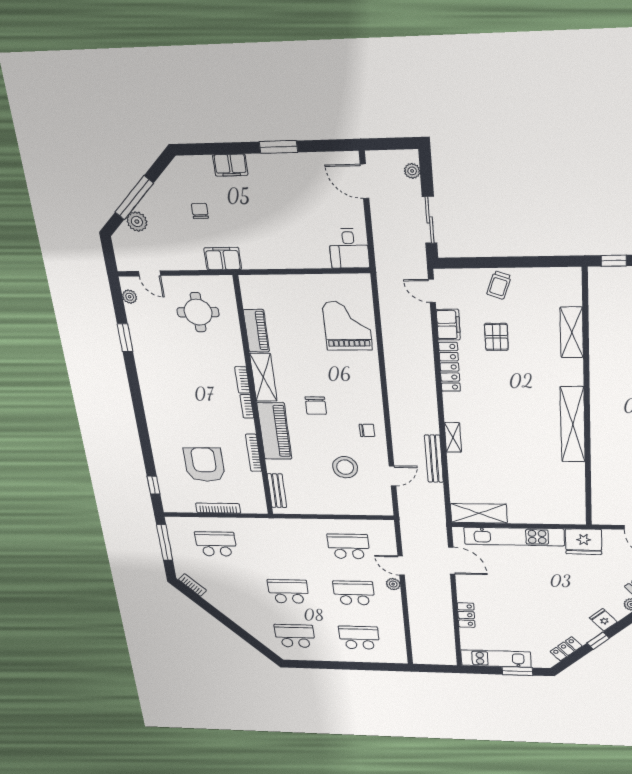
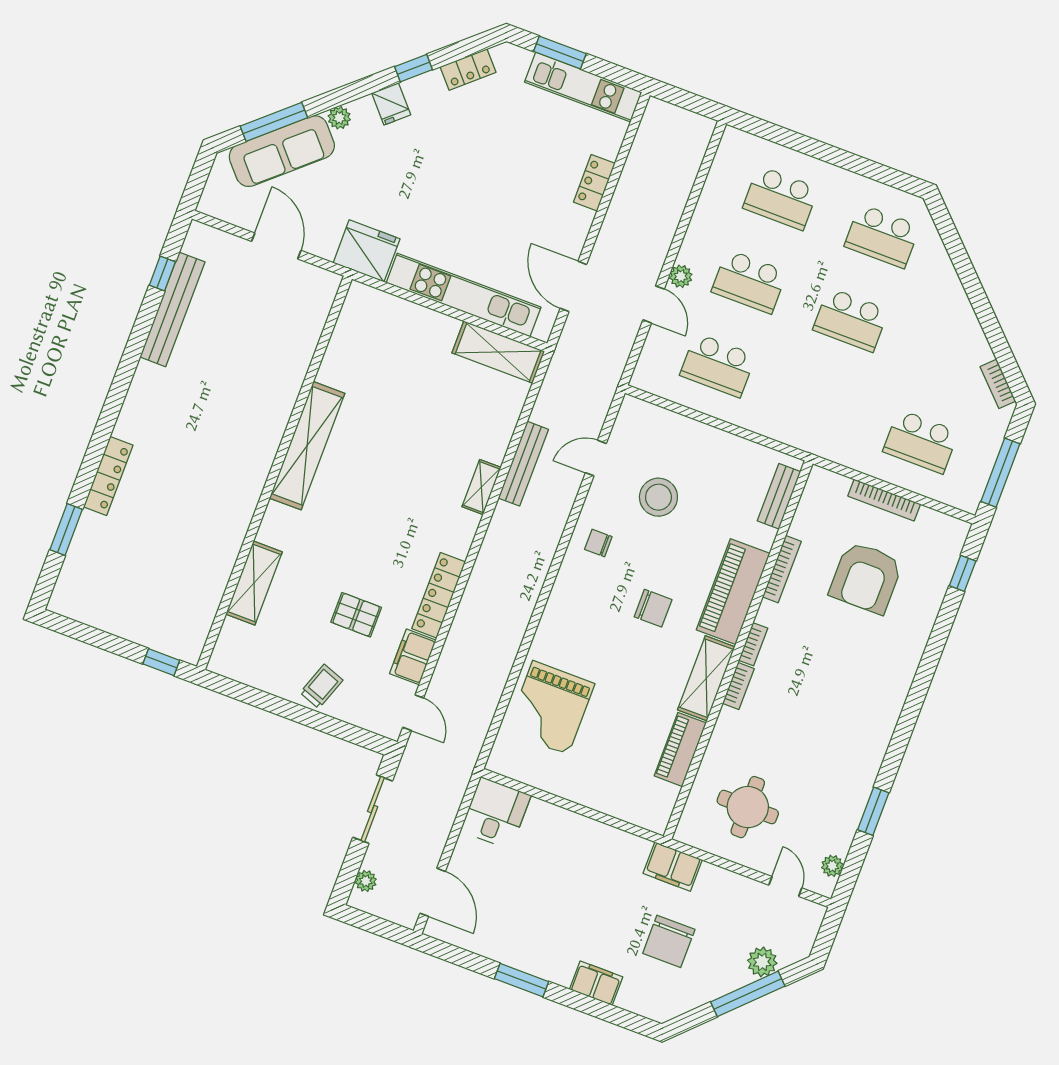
chair: (200, 211) -> (669, 941), width x1.87, depth x1.87
pallet: (496, 337) -> (356, 615), turned 90
chair: (316, 406) -> (653, 608), turned 90

